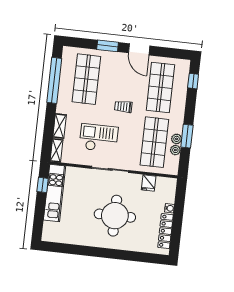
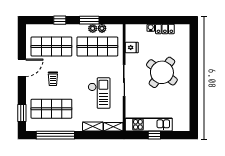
window: (108, 46) -> (22, 113), moved
window: (193, 81) -> (60, 20), moved
trolley: (123, 107) -> (53, 79), moved
checkout: (99, 138) -> (99, 93), turned 180
window: (43, 185) -> (154, 135), moved
round table: (115, 216) -> (162, 72), turned 37
locker: (165, 231) -> (165, 29), width x0.66

